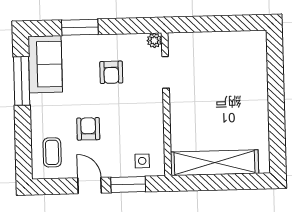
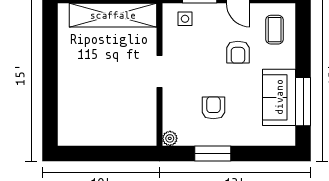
window: (80, 27) -> (213, 153), moved
sofa: (45, 64) -> (279, 97), moved
doorway: (166, 72) -> (159, 71), moved

